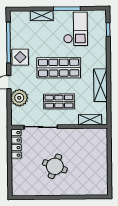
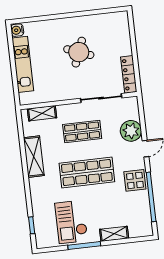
kitchen unit: (101, 161) -> (23, 64), added
water cooler: (103, 189) -> (17, 30), added

